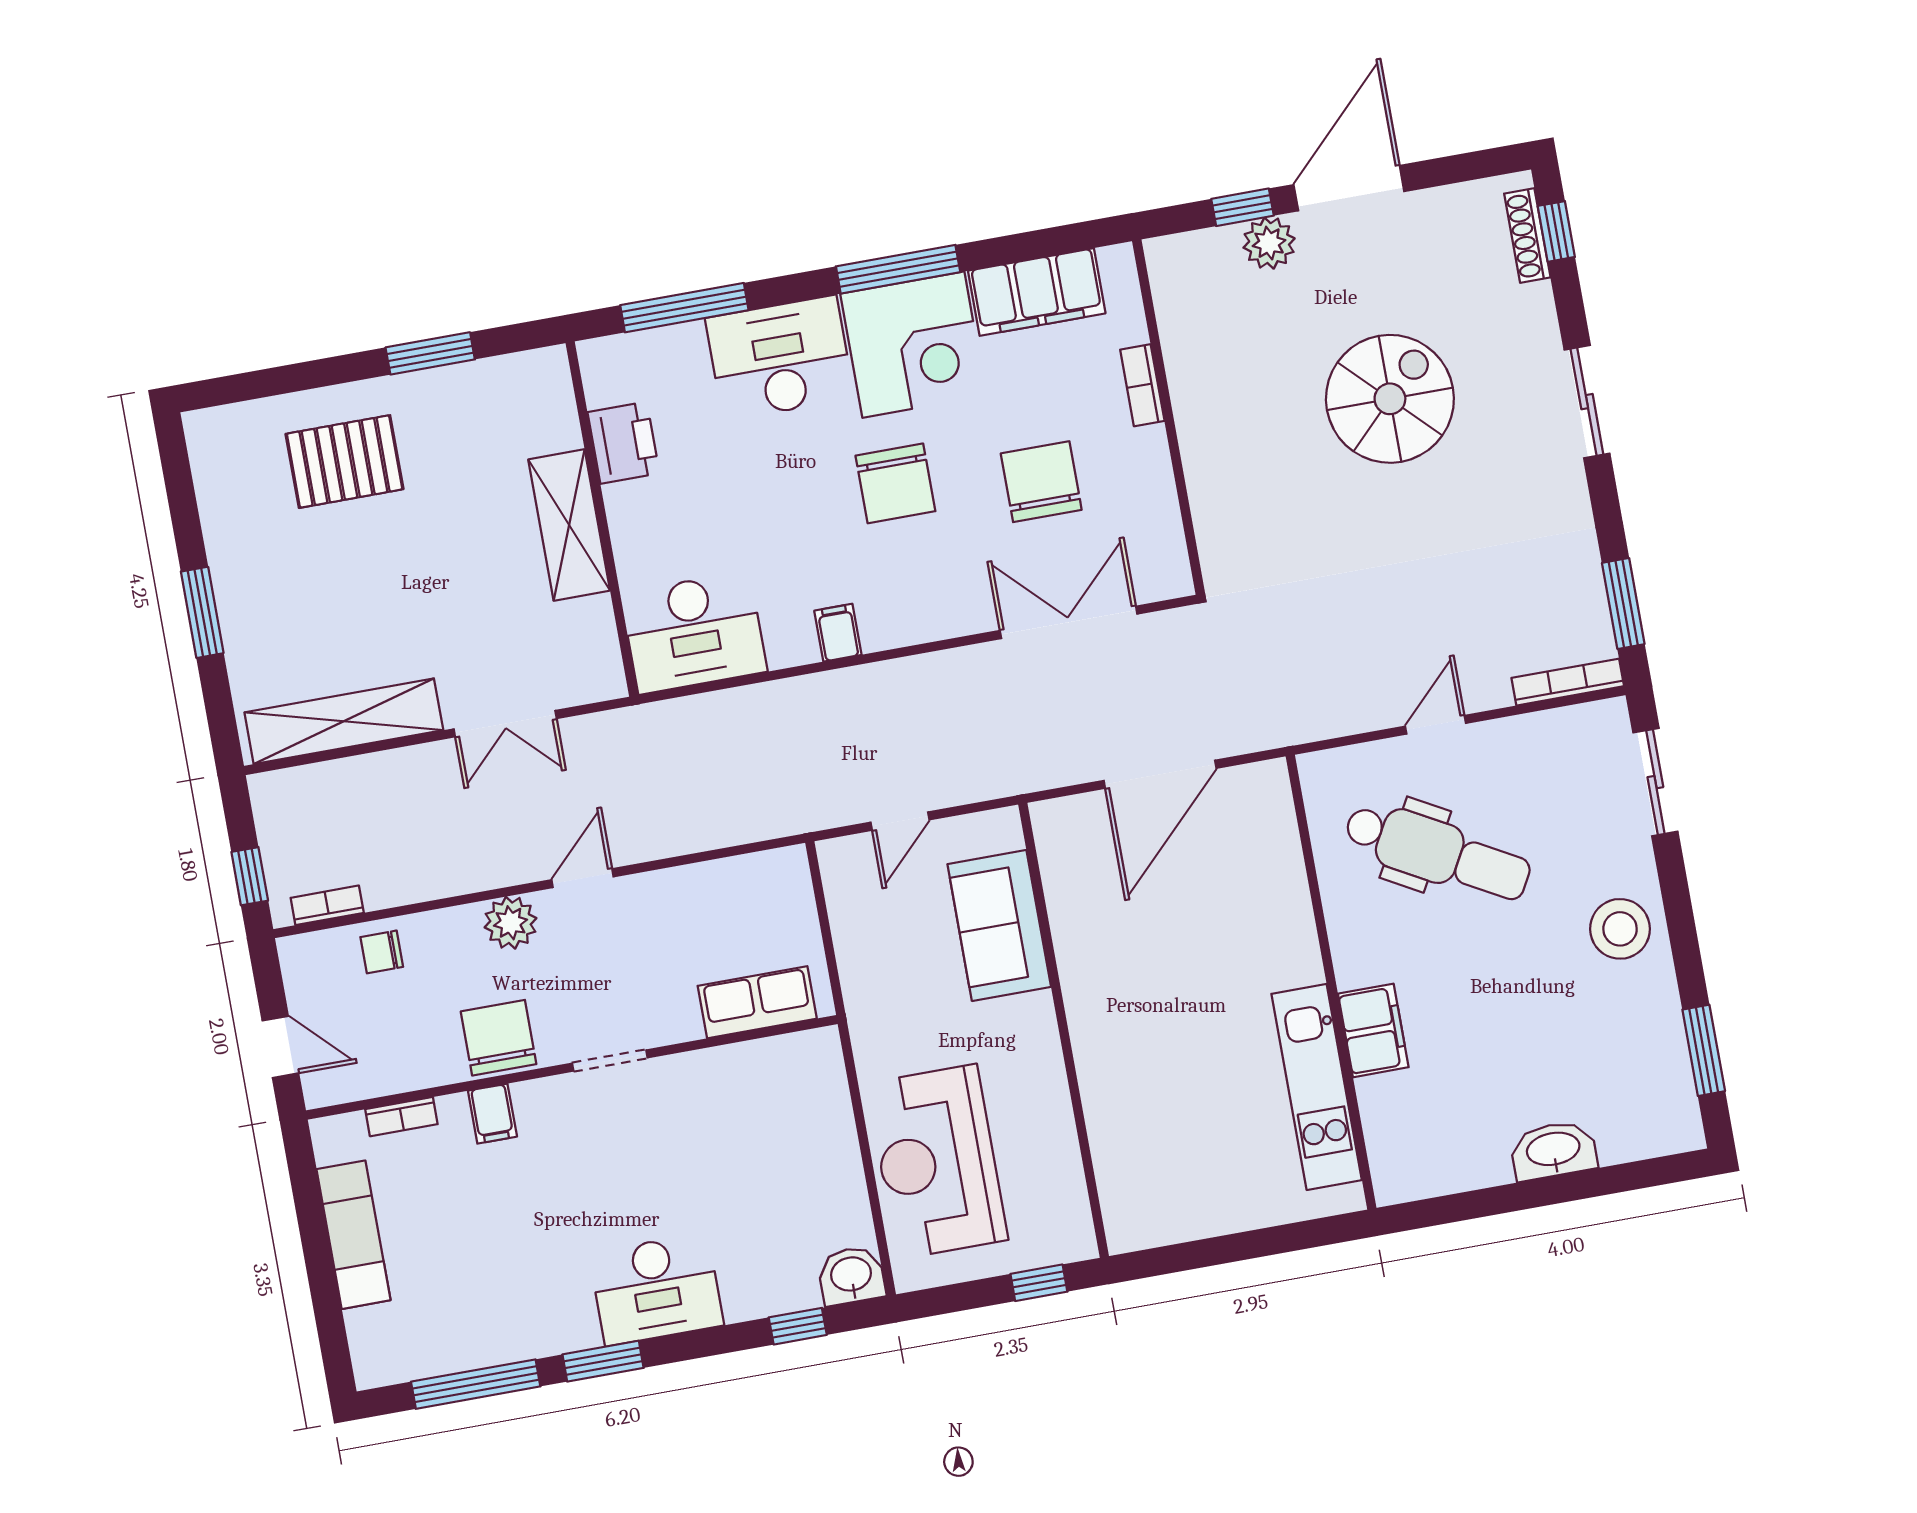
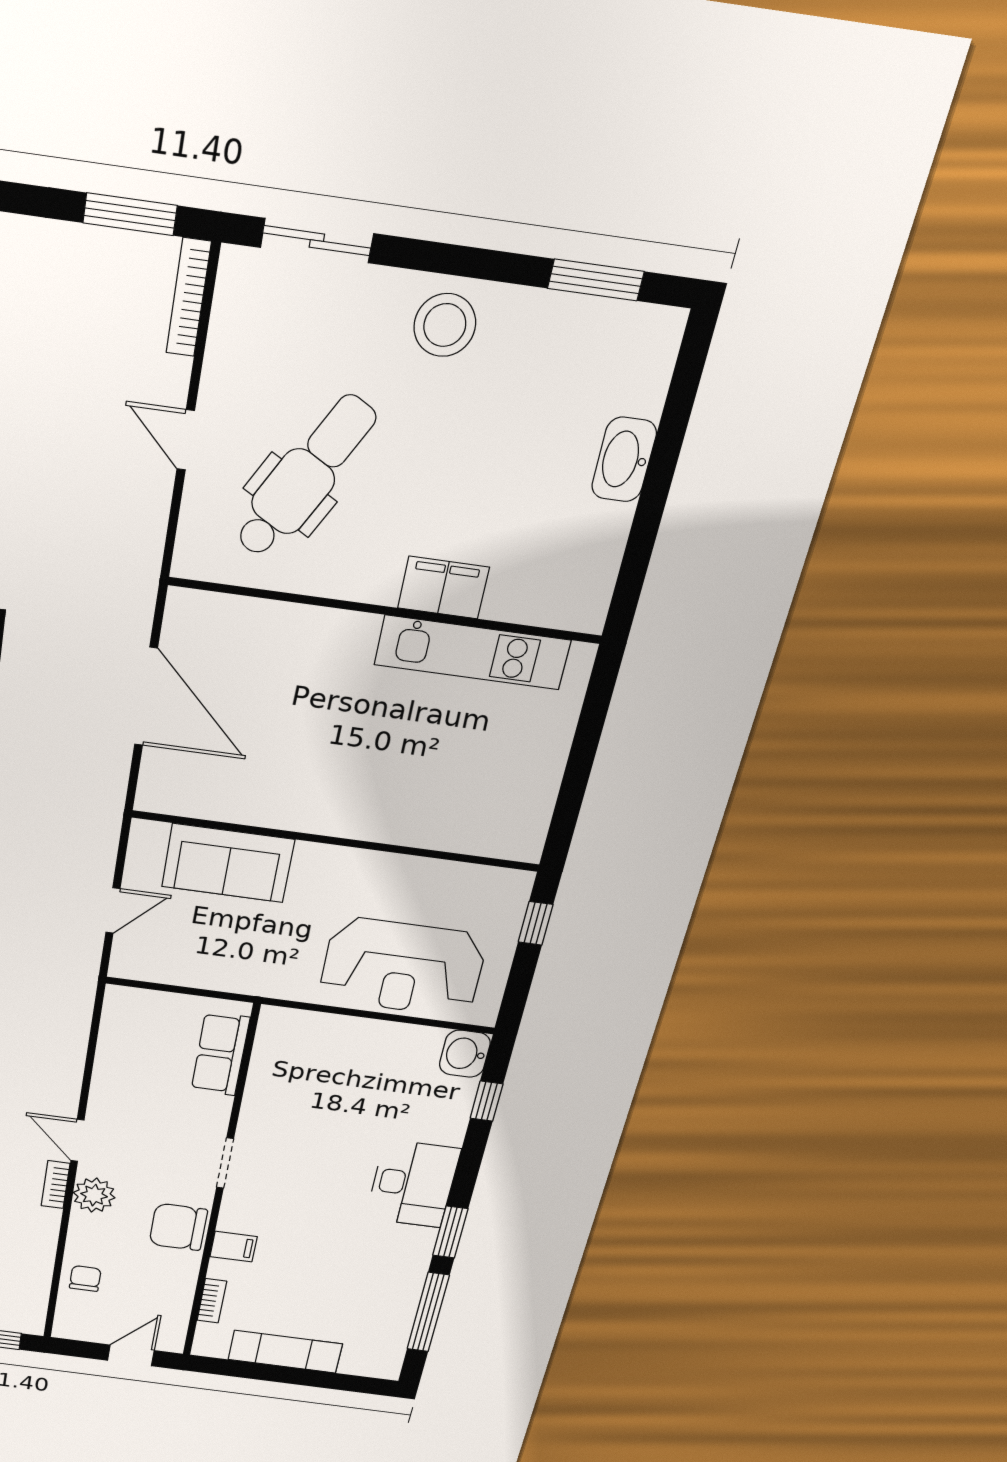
door: (900, 821) -> (113, 911), hinge flipped
bookcase: (327, 905) -> (56, 1185), moved
chair: (382, 952) -> (85, 1279), turned 180

